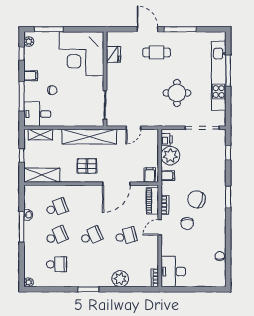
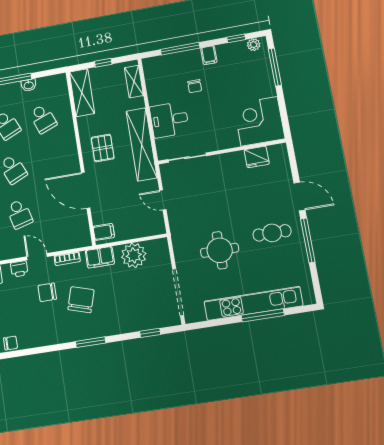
door: (147, 29) -> (299, 196), hinge flipped
cafe table: (157, 52) -> (272, 233), moved, turned 90
corner desk: (82, 54) -> (259, 121), width x0.74, depth x0.74
desk: (37, 114) -> (169, 120), moved, turned -90
printer: (167, 139) -> (19, 269), moved
filing cabinet: (168, 176) -> (100, 257), width x2.00
piano: (152, 201) -> (70, 241), removed

